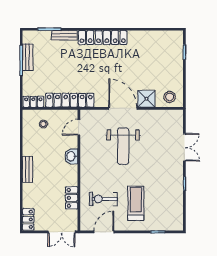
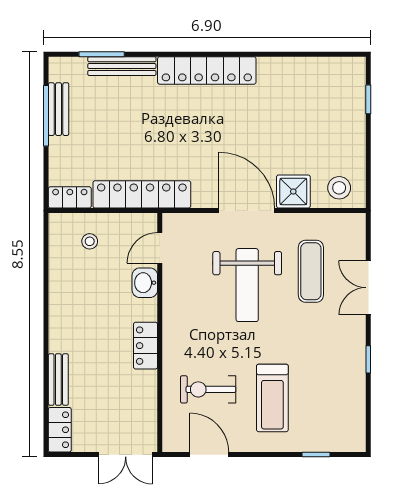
bench: (64, 35) -> (122, 66), width x1.36
exercise mat: (155, 139) -> (311, 271), added
double door: (184, 147) -> (368, 288), swing flipped
washbasin: (71, 156) -> (145, 283), moved
bench: (27, 169) -> (58, 380), moved
locker: (72, 198) -> (146, 346), moved
treadmill: (136, 203) -> (272, 398), turned 180
door: (104, 232) -> (209, 455), hinge flipped

